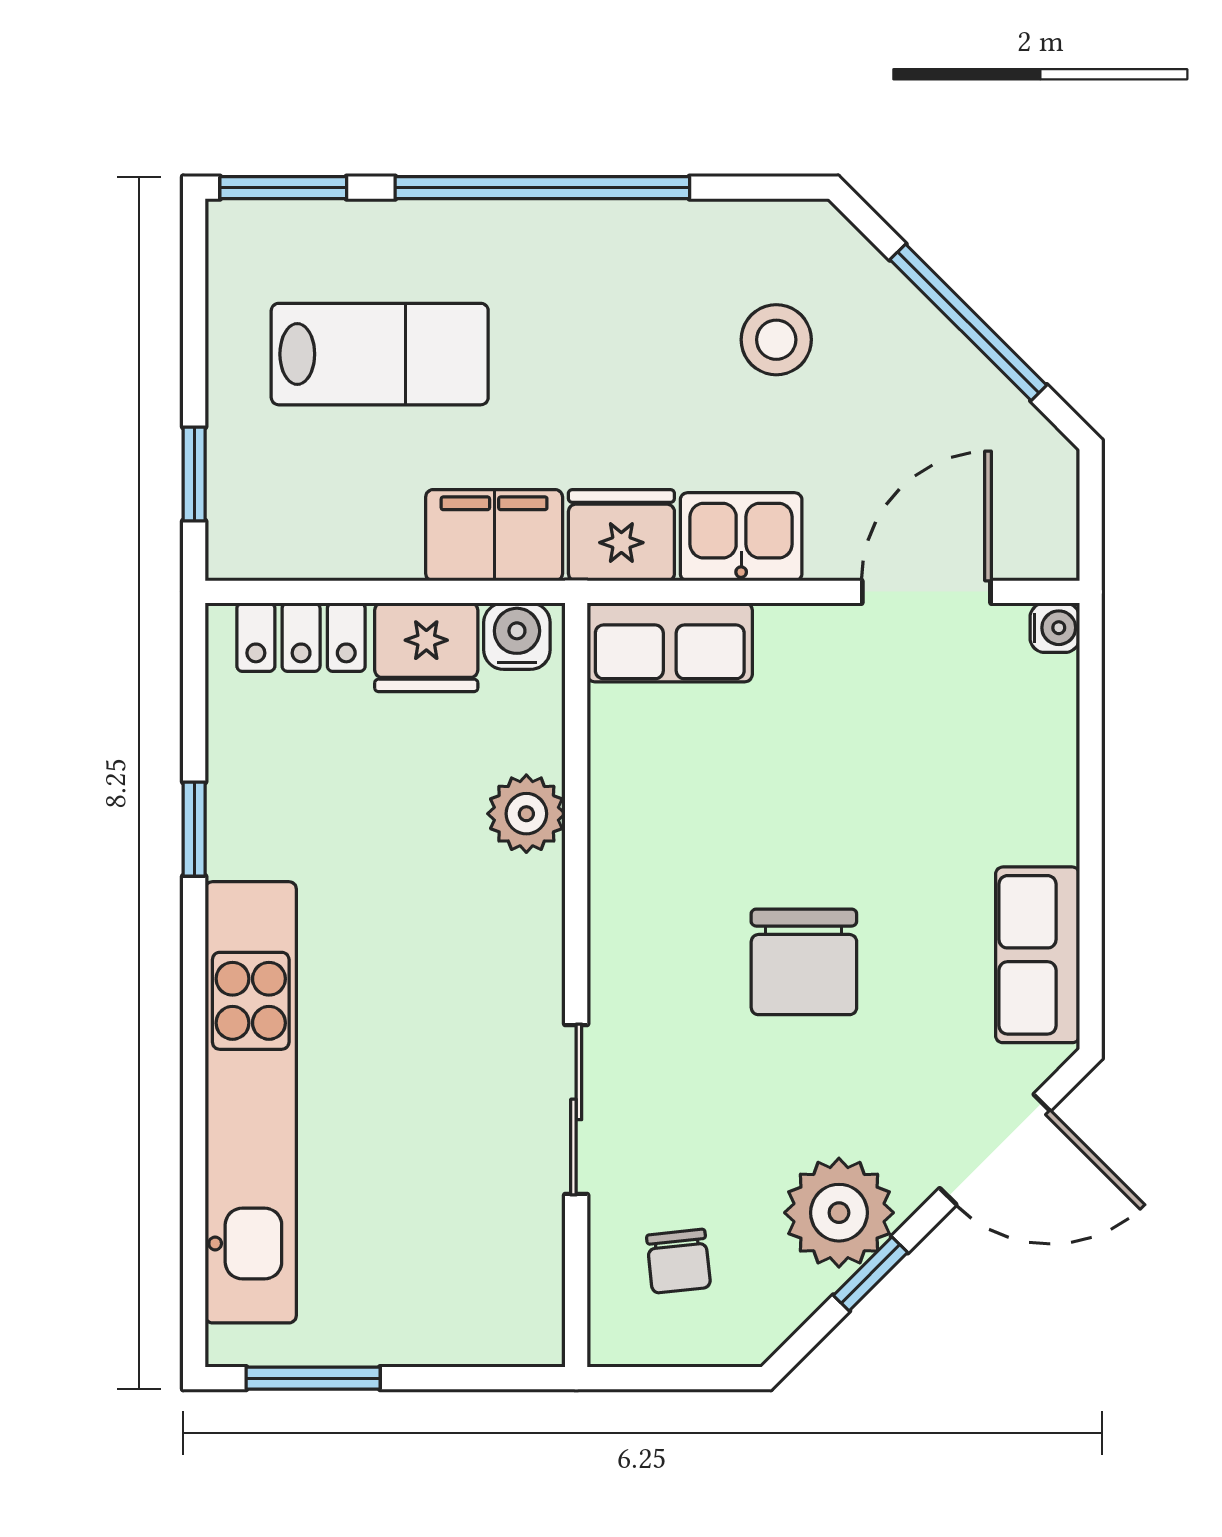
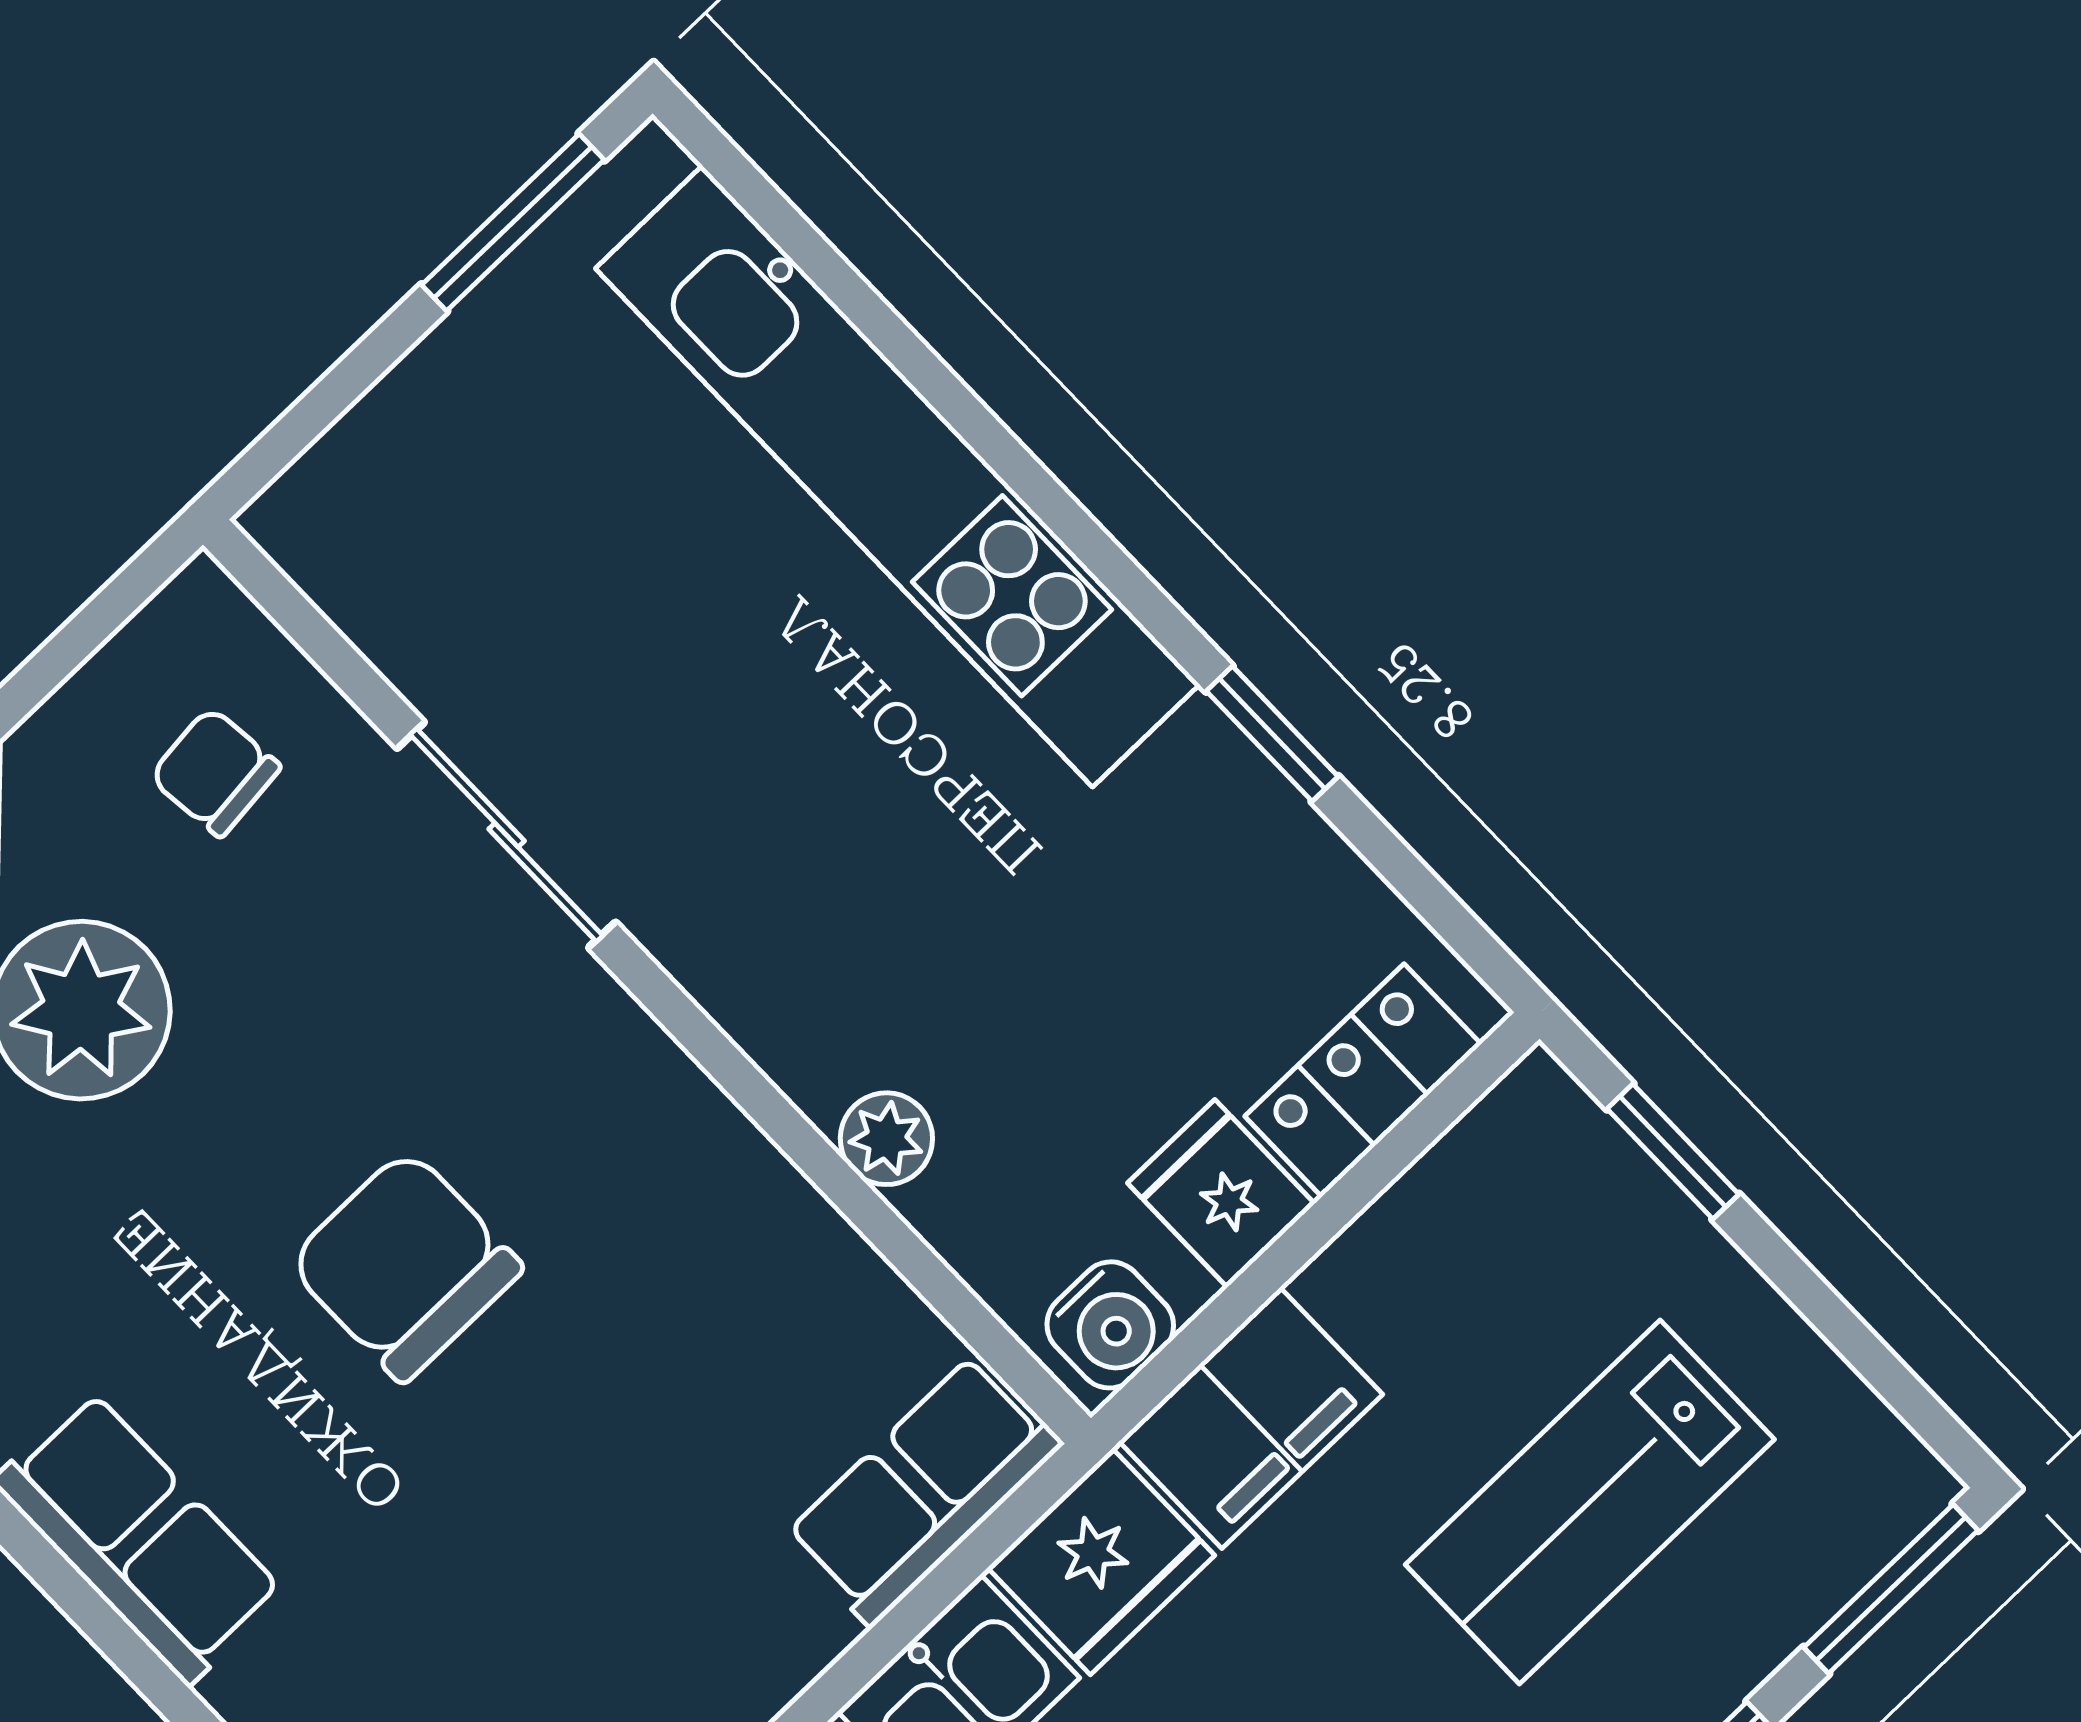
fridge: (426, 647) -> (1221, 1193), width x0.72
plant: (526, 814) -> (886, 1139), width x0.73, depth x0.73

